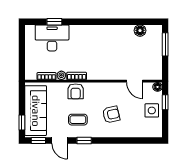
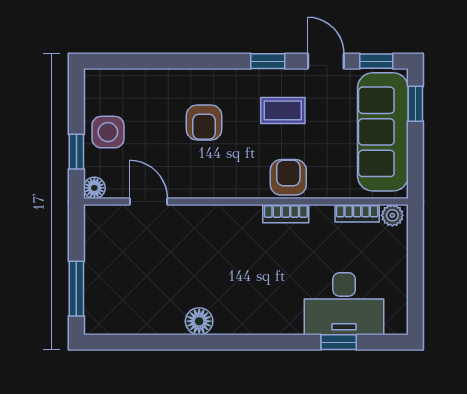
floor lamp: (140, 31) -> (199, 321), moved
plant: (61, 75) -> (392, 215), moved
armchair: (111, 115) -> (204, 122), turned -77

